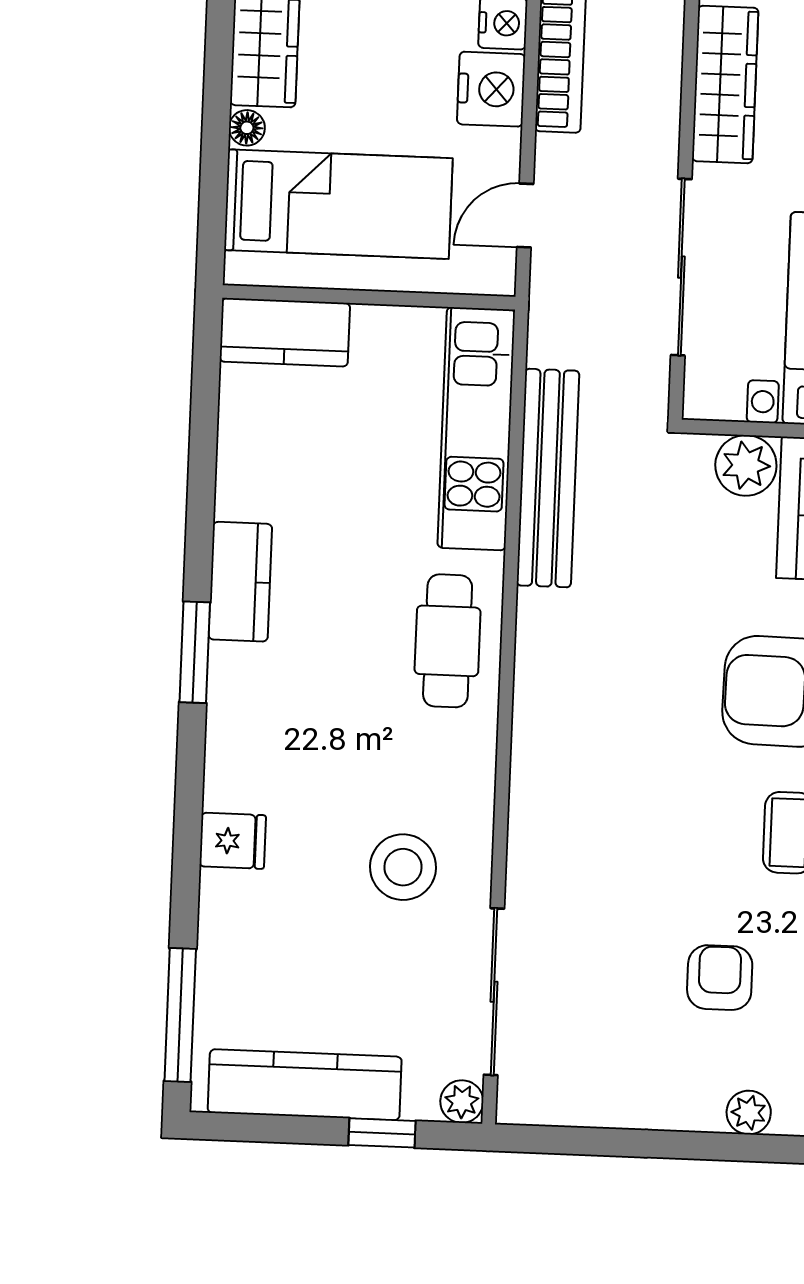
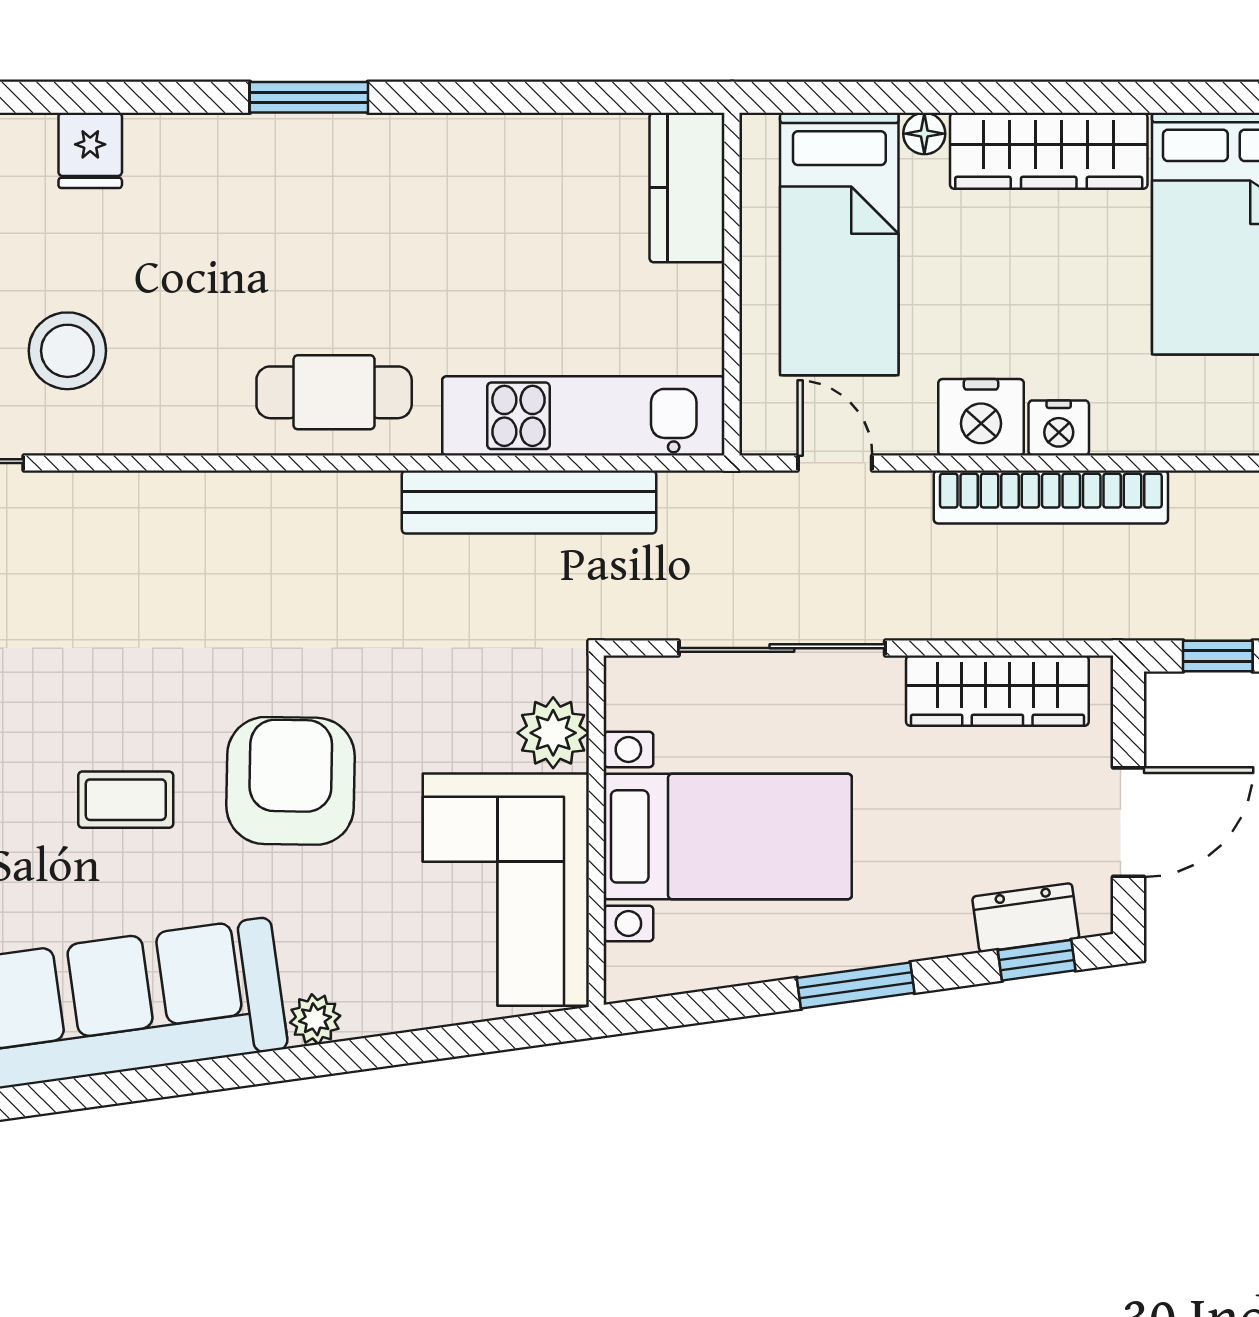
kitchen counter: (240, 582) -> (393, 147), removed

